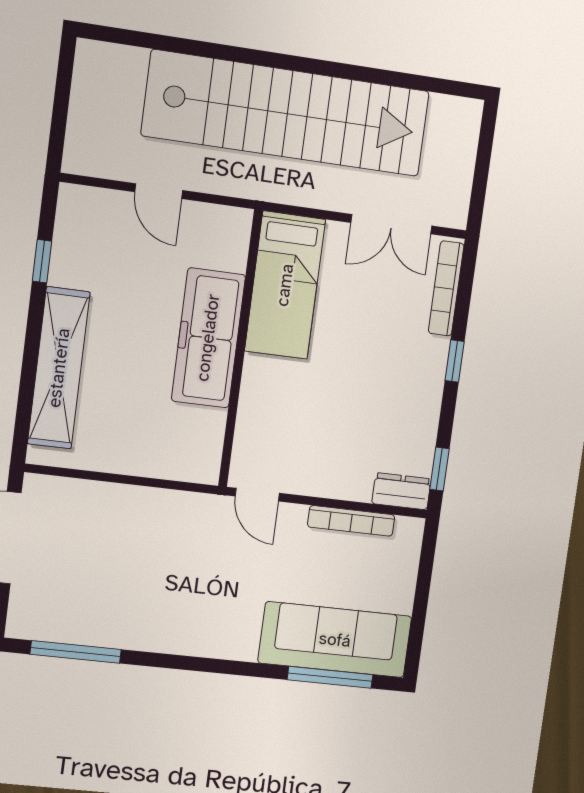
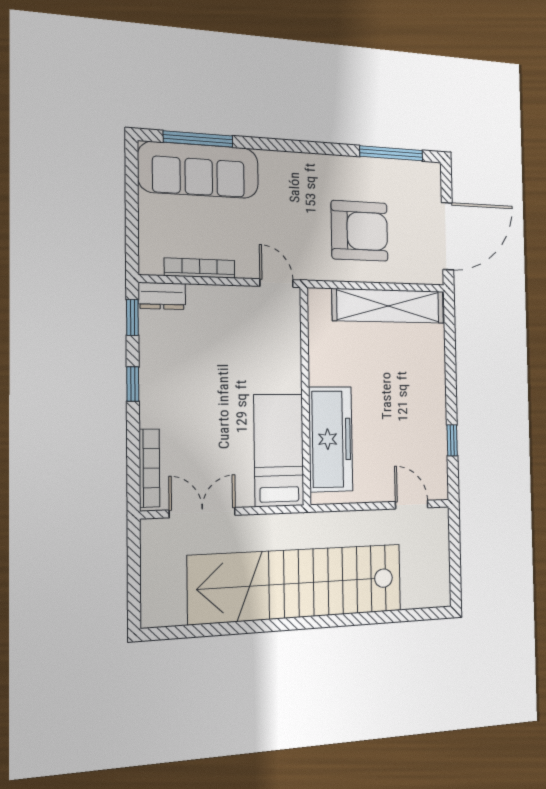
door: (159, 191) -> (412, 505), moved
freezer: (208, 338) -> (331, 439), moved
window: (455, 361) -> (133, 384), moved
shelving: (59, 368) -> (388, 306), moved, turned 90
armchair: (136, 553) -> (360, 231), added

